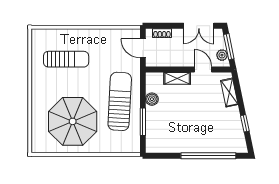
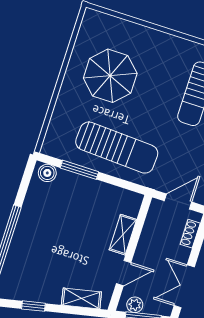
boiler: (152, 99) -> (47, 173), moved
parasol: (73, 121) -> (110, 76), width x0.73, depth x0.73

